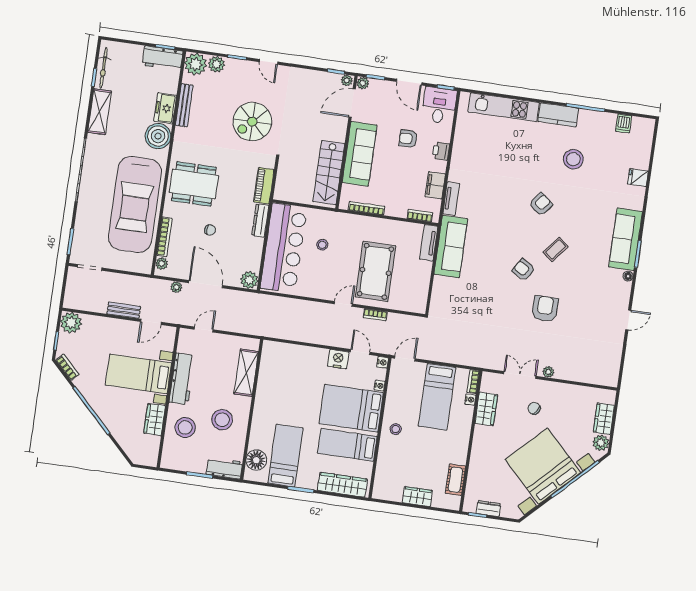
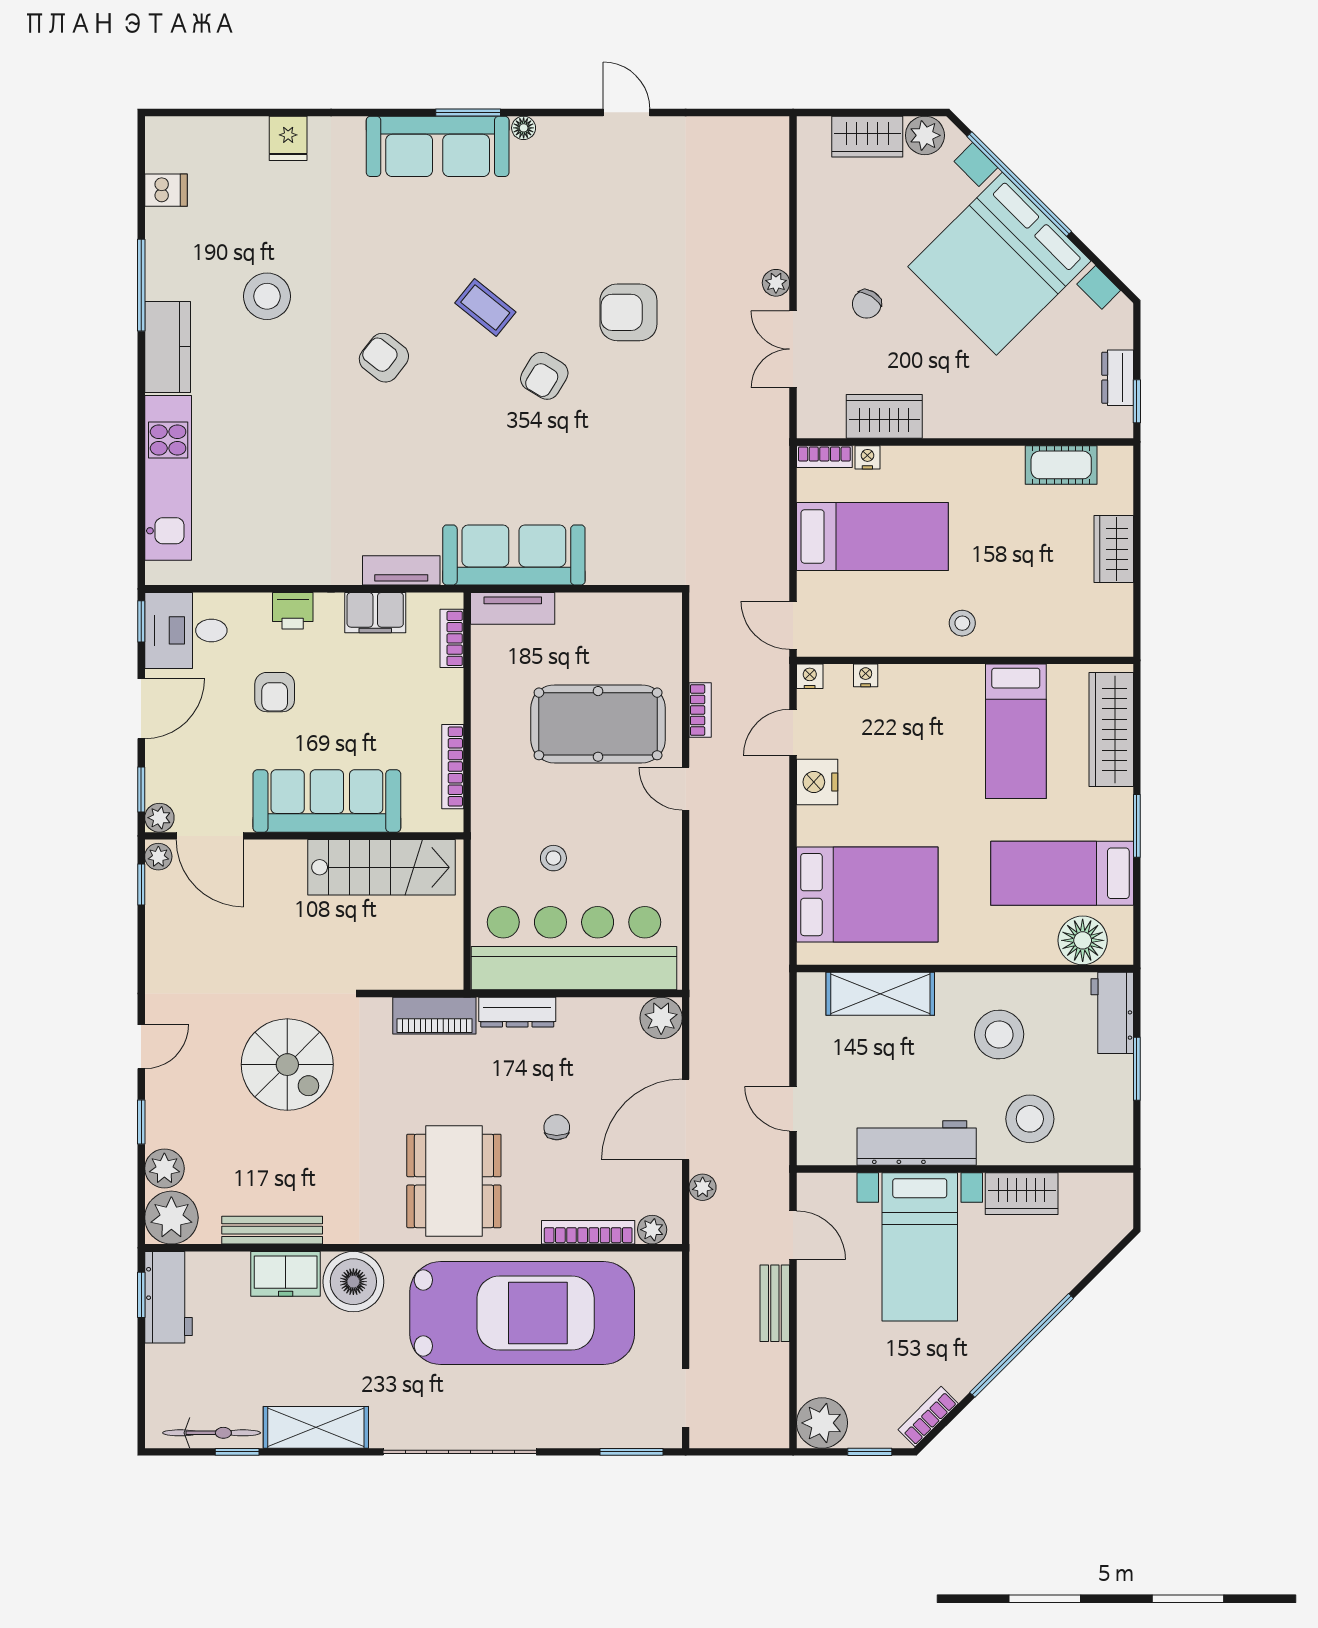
bed: (351, 408) -> (867, 895), moved, turned -90

